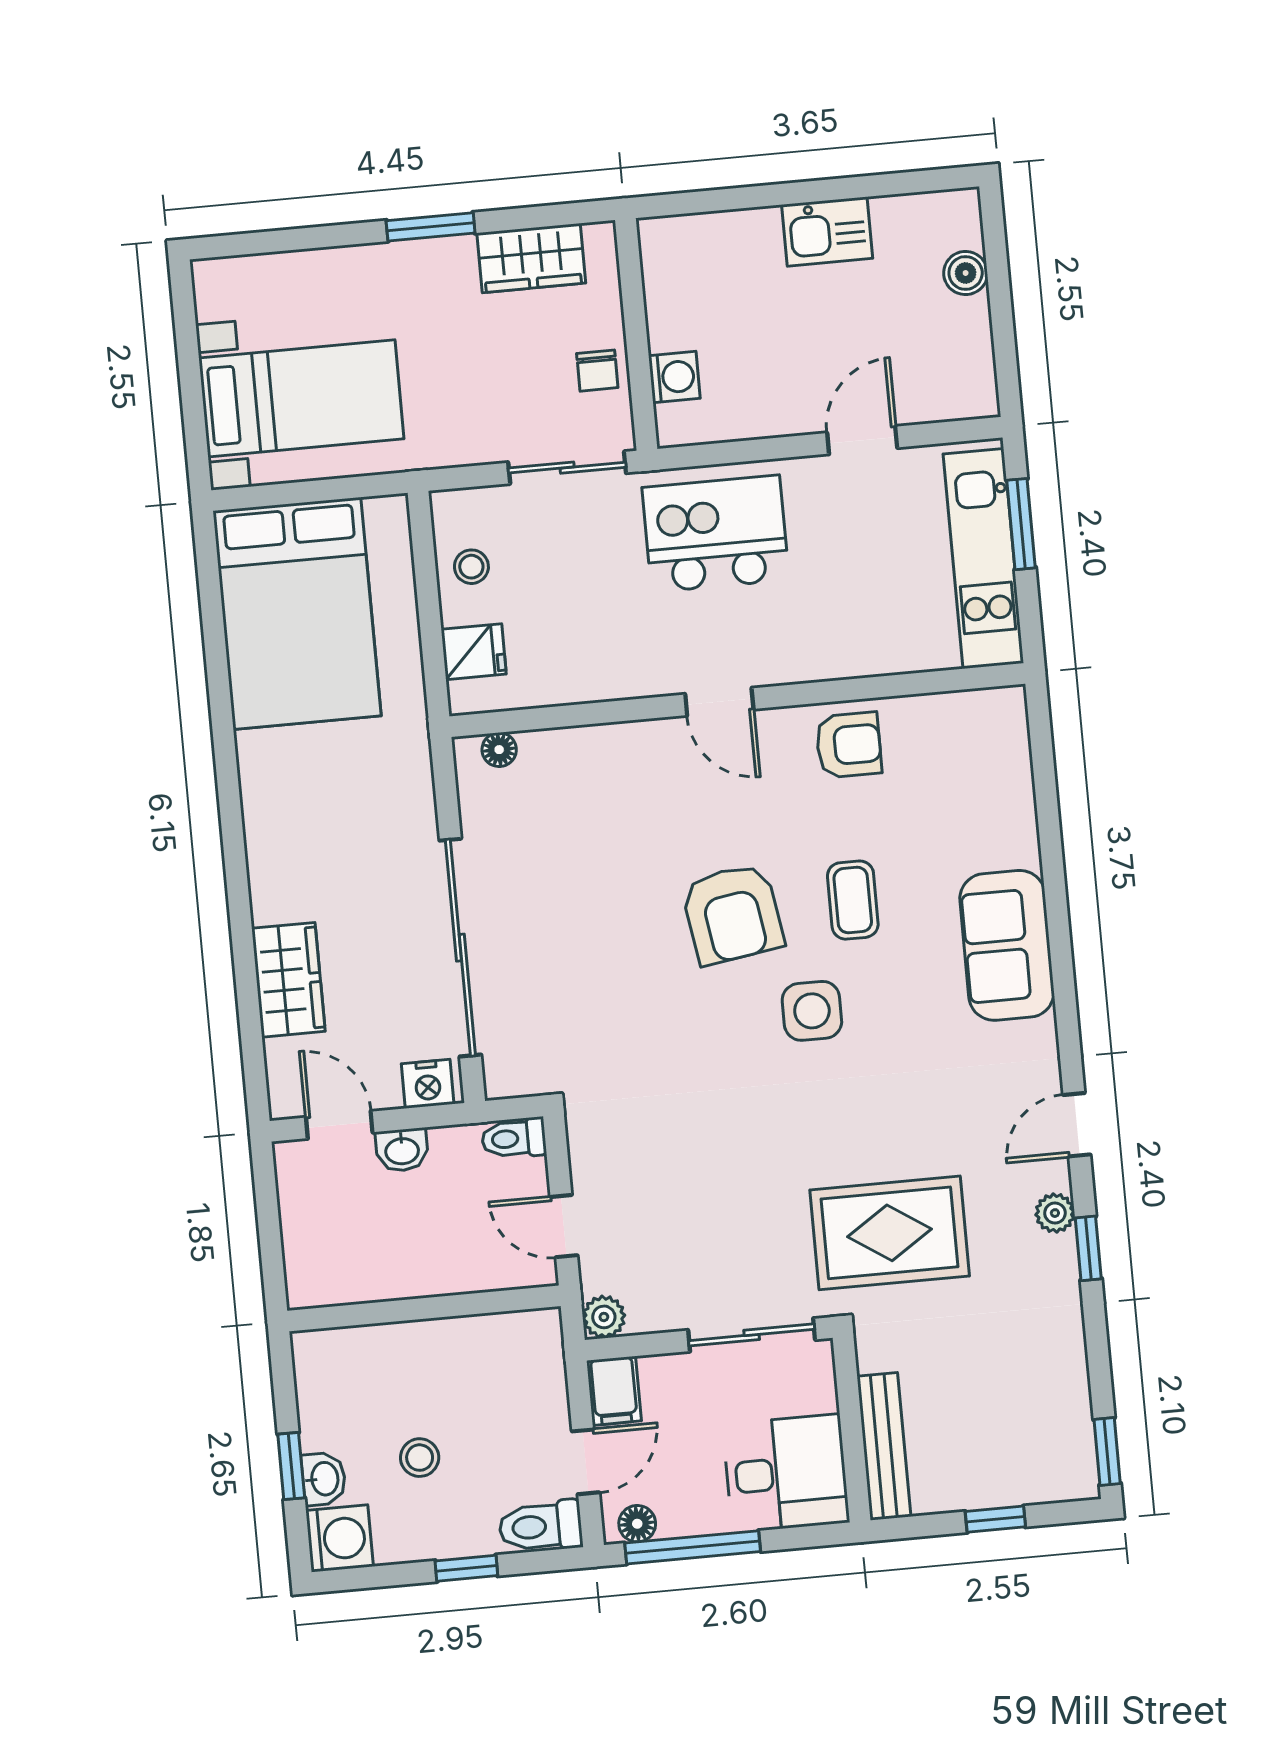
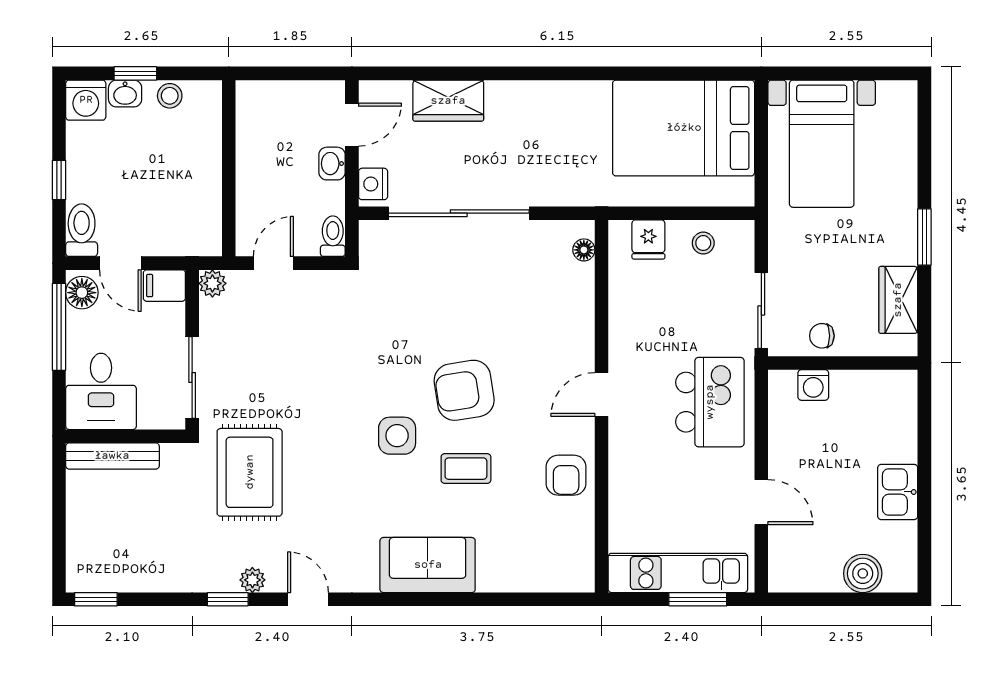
boiler: (966, 273) -> (863, 573), width x1.36, depth x1.36
stool: (420, 1458) -> (170, 96), moved
window: (995, 1519) -> (59, 523), removed
floor lamp: (637, 1524) -> (82, 293), width x1.37, depth x1.37

